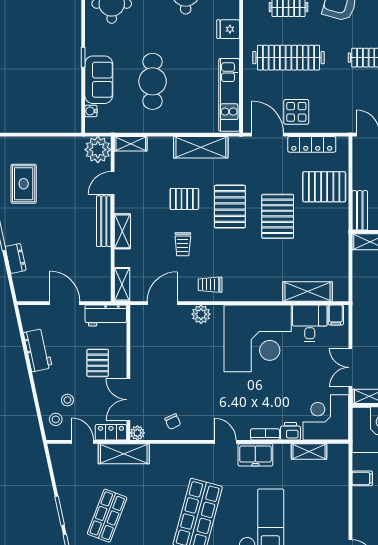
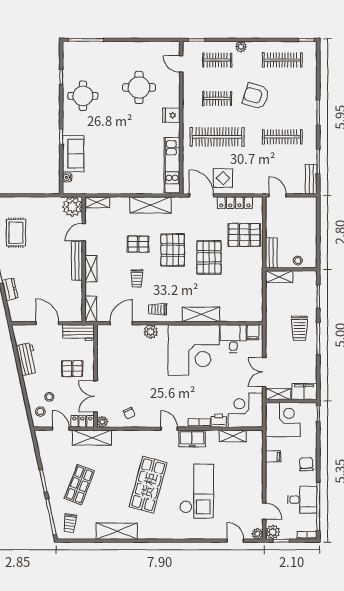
cafe table: (153, 81) -> (114, 155), removed
shelving: (307, 291) -> (201, 314), moved
pallet: (98, 363) -> (72, 369), turned 90

